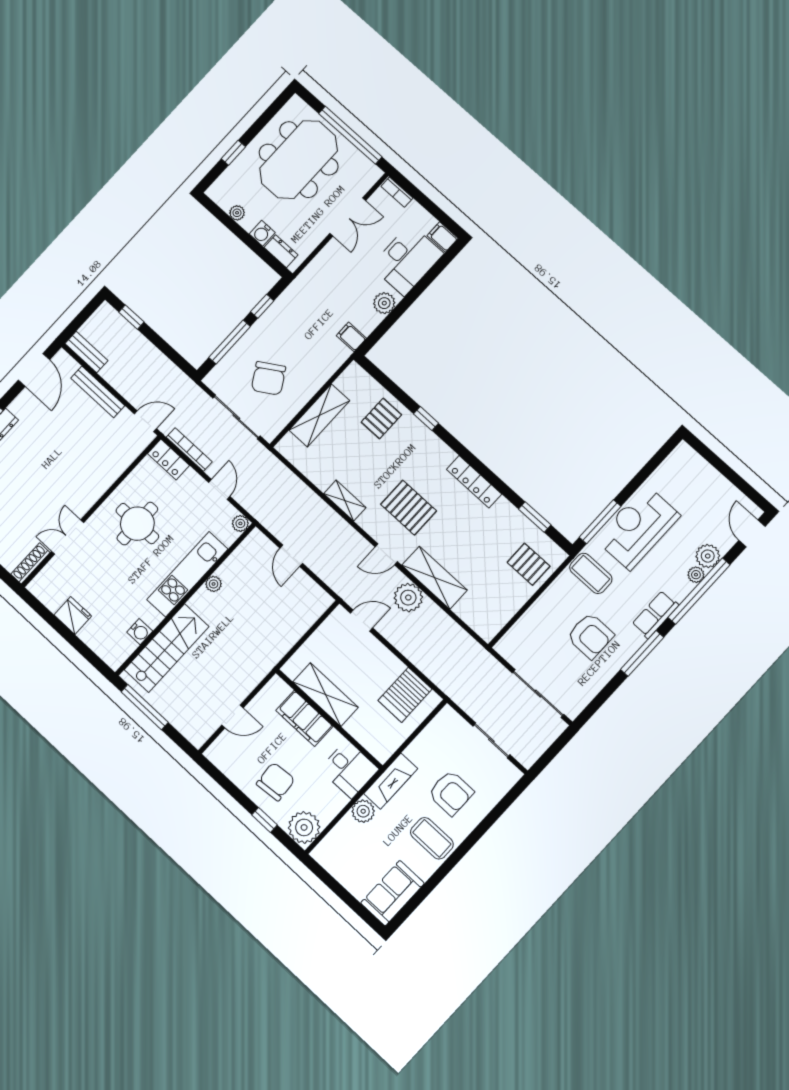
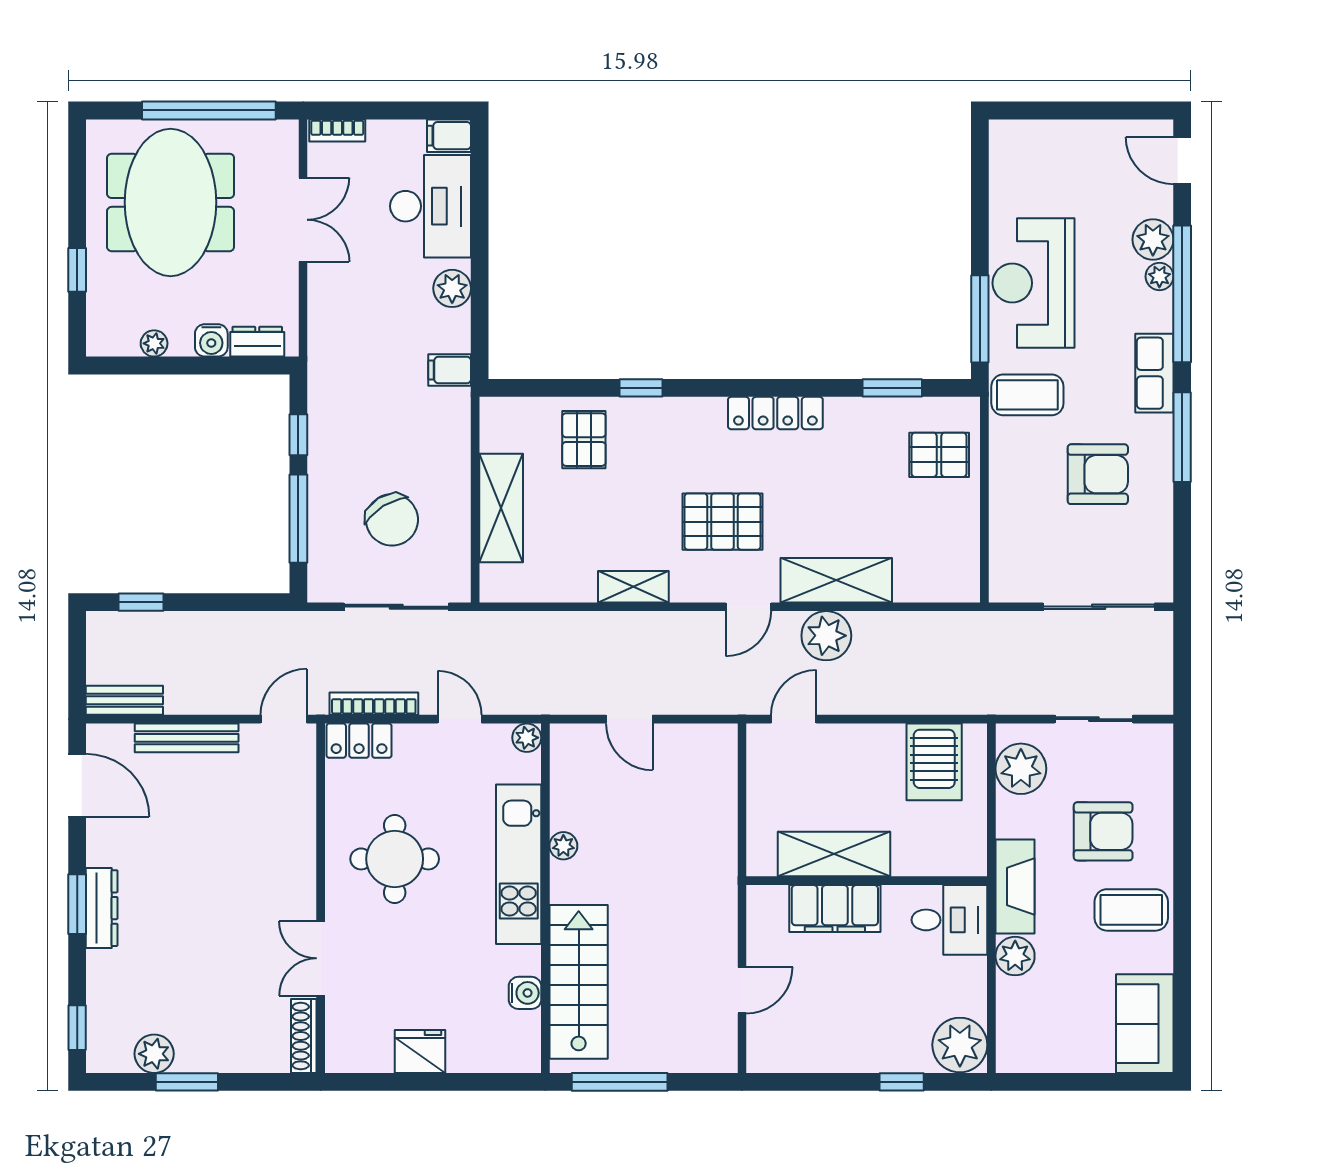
plant: (440, 733) -> (1021, 769), added
chair: (276, 782) -> (872, 1021), removed

